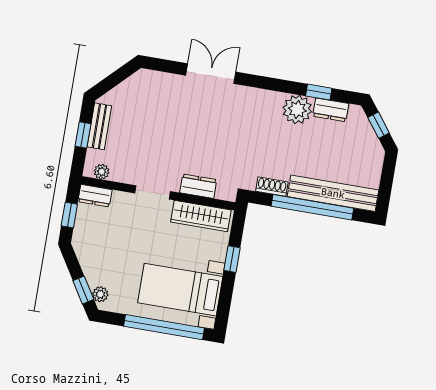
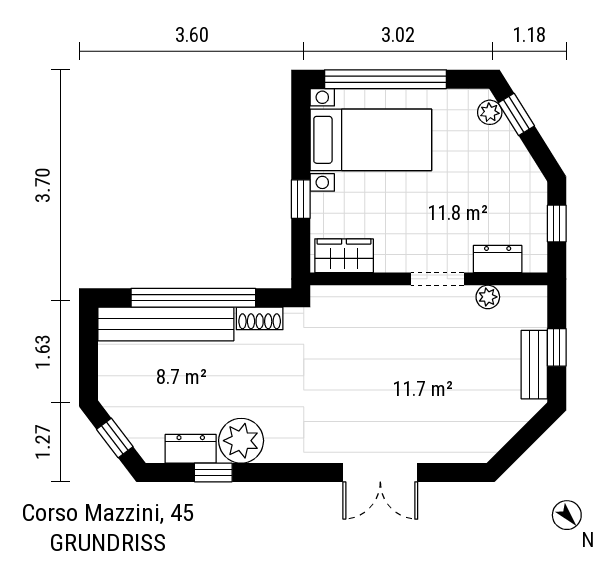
plant: (102, 172) -> (488, 297), moved
dresser: (198, 186) -> (370, 300), removed
dresser: (95, 196) -> (498, 259), moved
wardrobe: (201, 216) -> (344, 256), width x0.67

